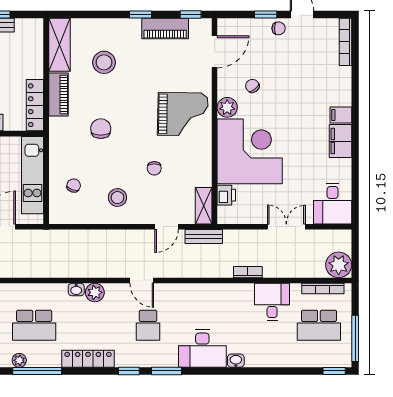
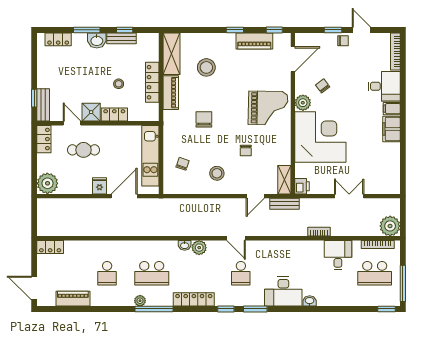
locker: (35, 105) -> (152, 82), moved
printer: (226, 195) -> (302, 186), moved
desk: (333, 204) -> (384, 86), moved, turned -90

